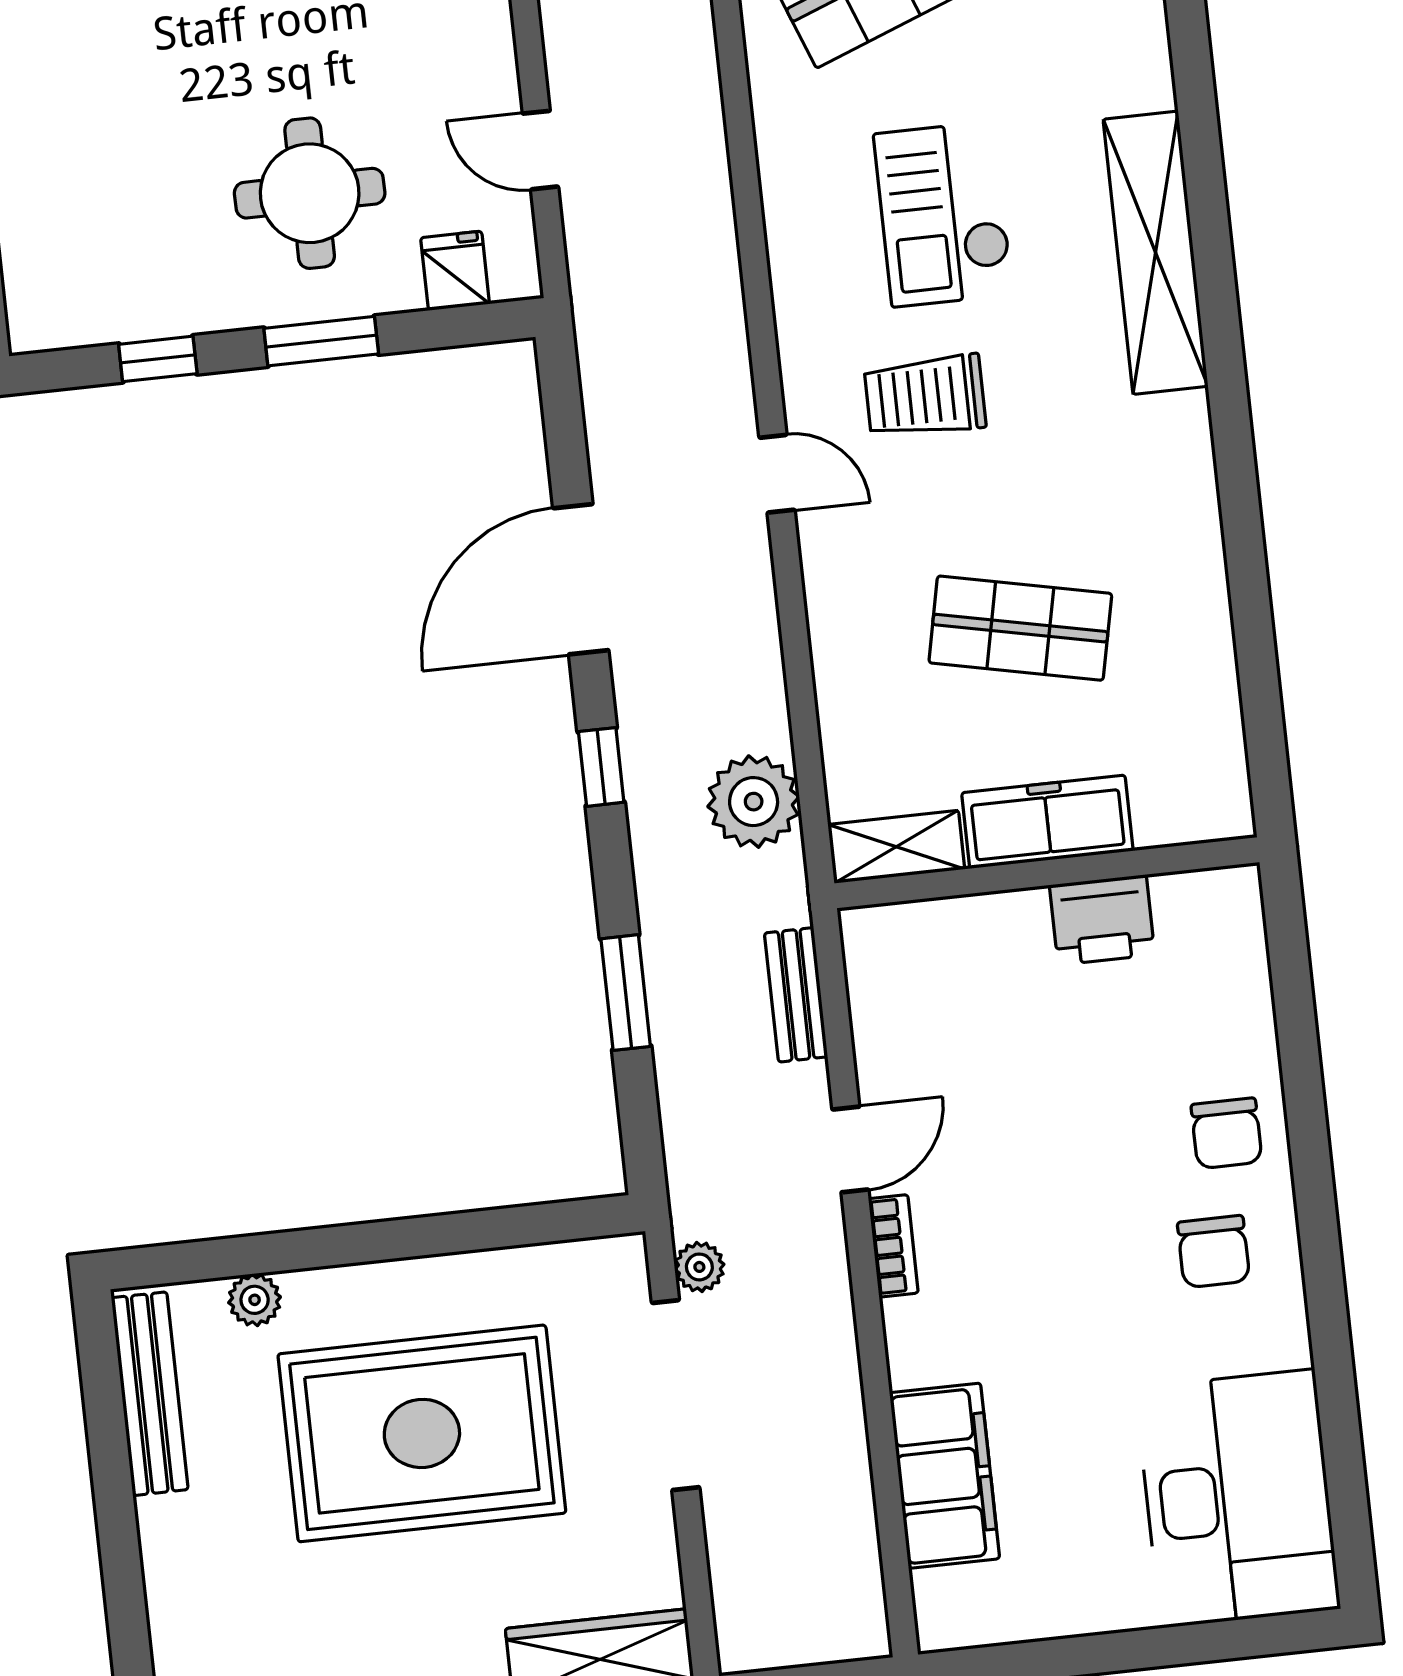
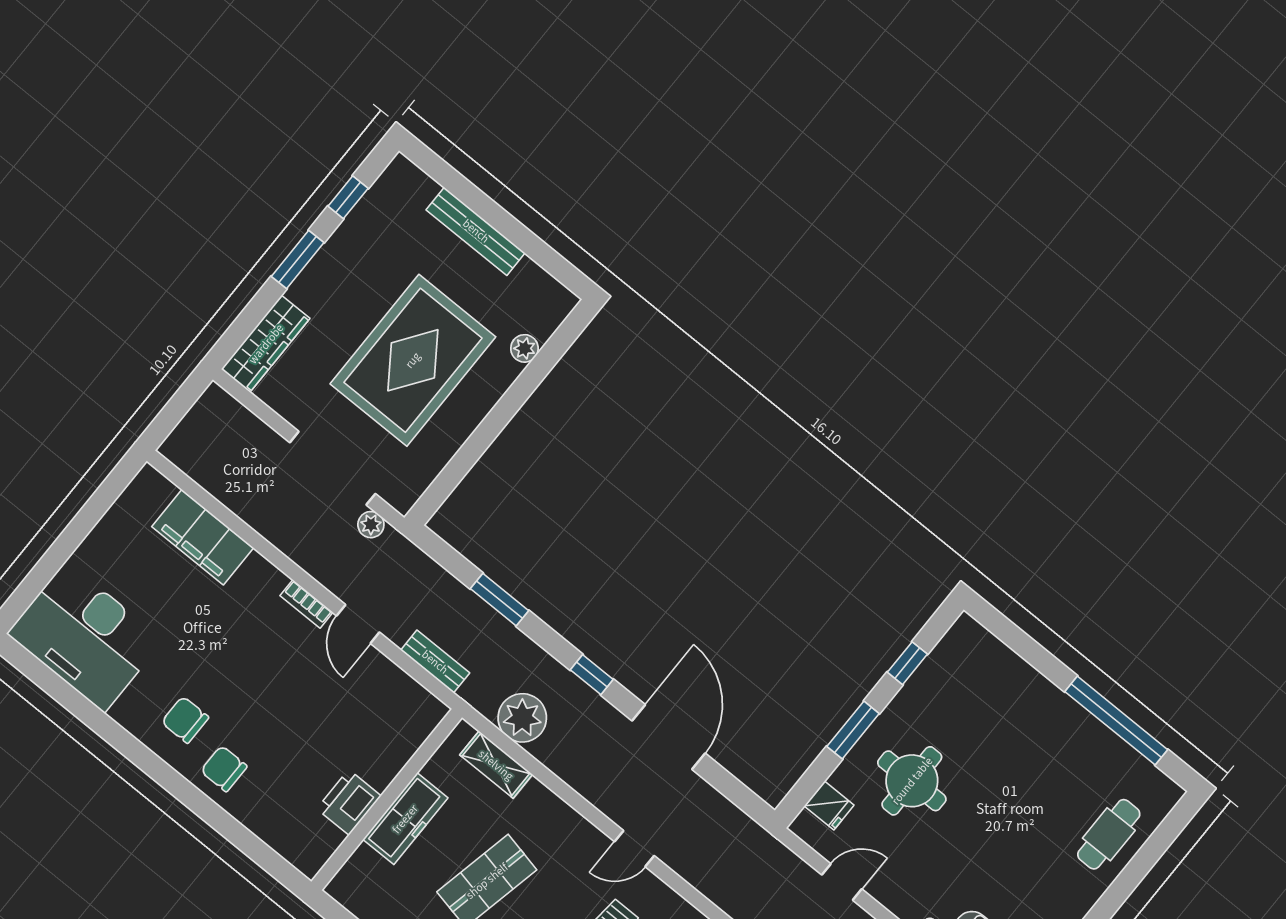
shelving: (896, 847) -> (496, 765), moved, turned 90
bench: (150, 1394) -> (476, 231), moved

